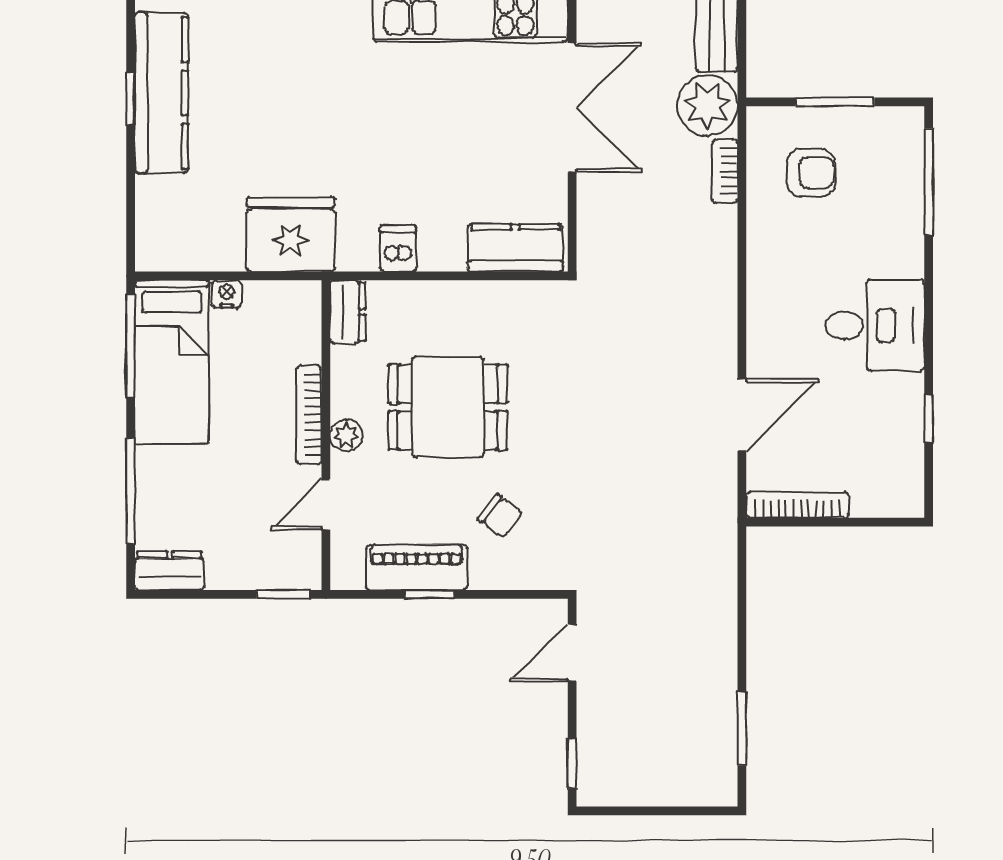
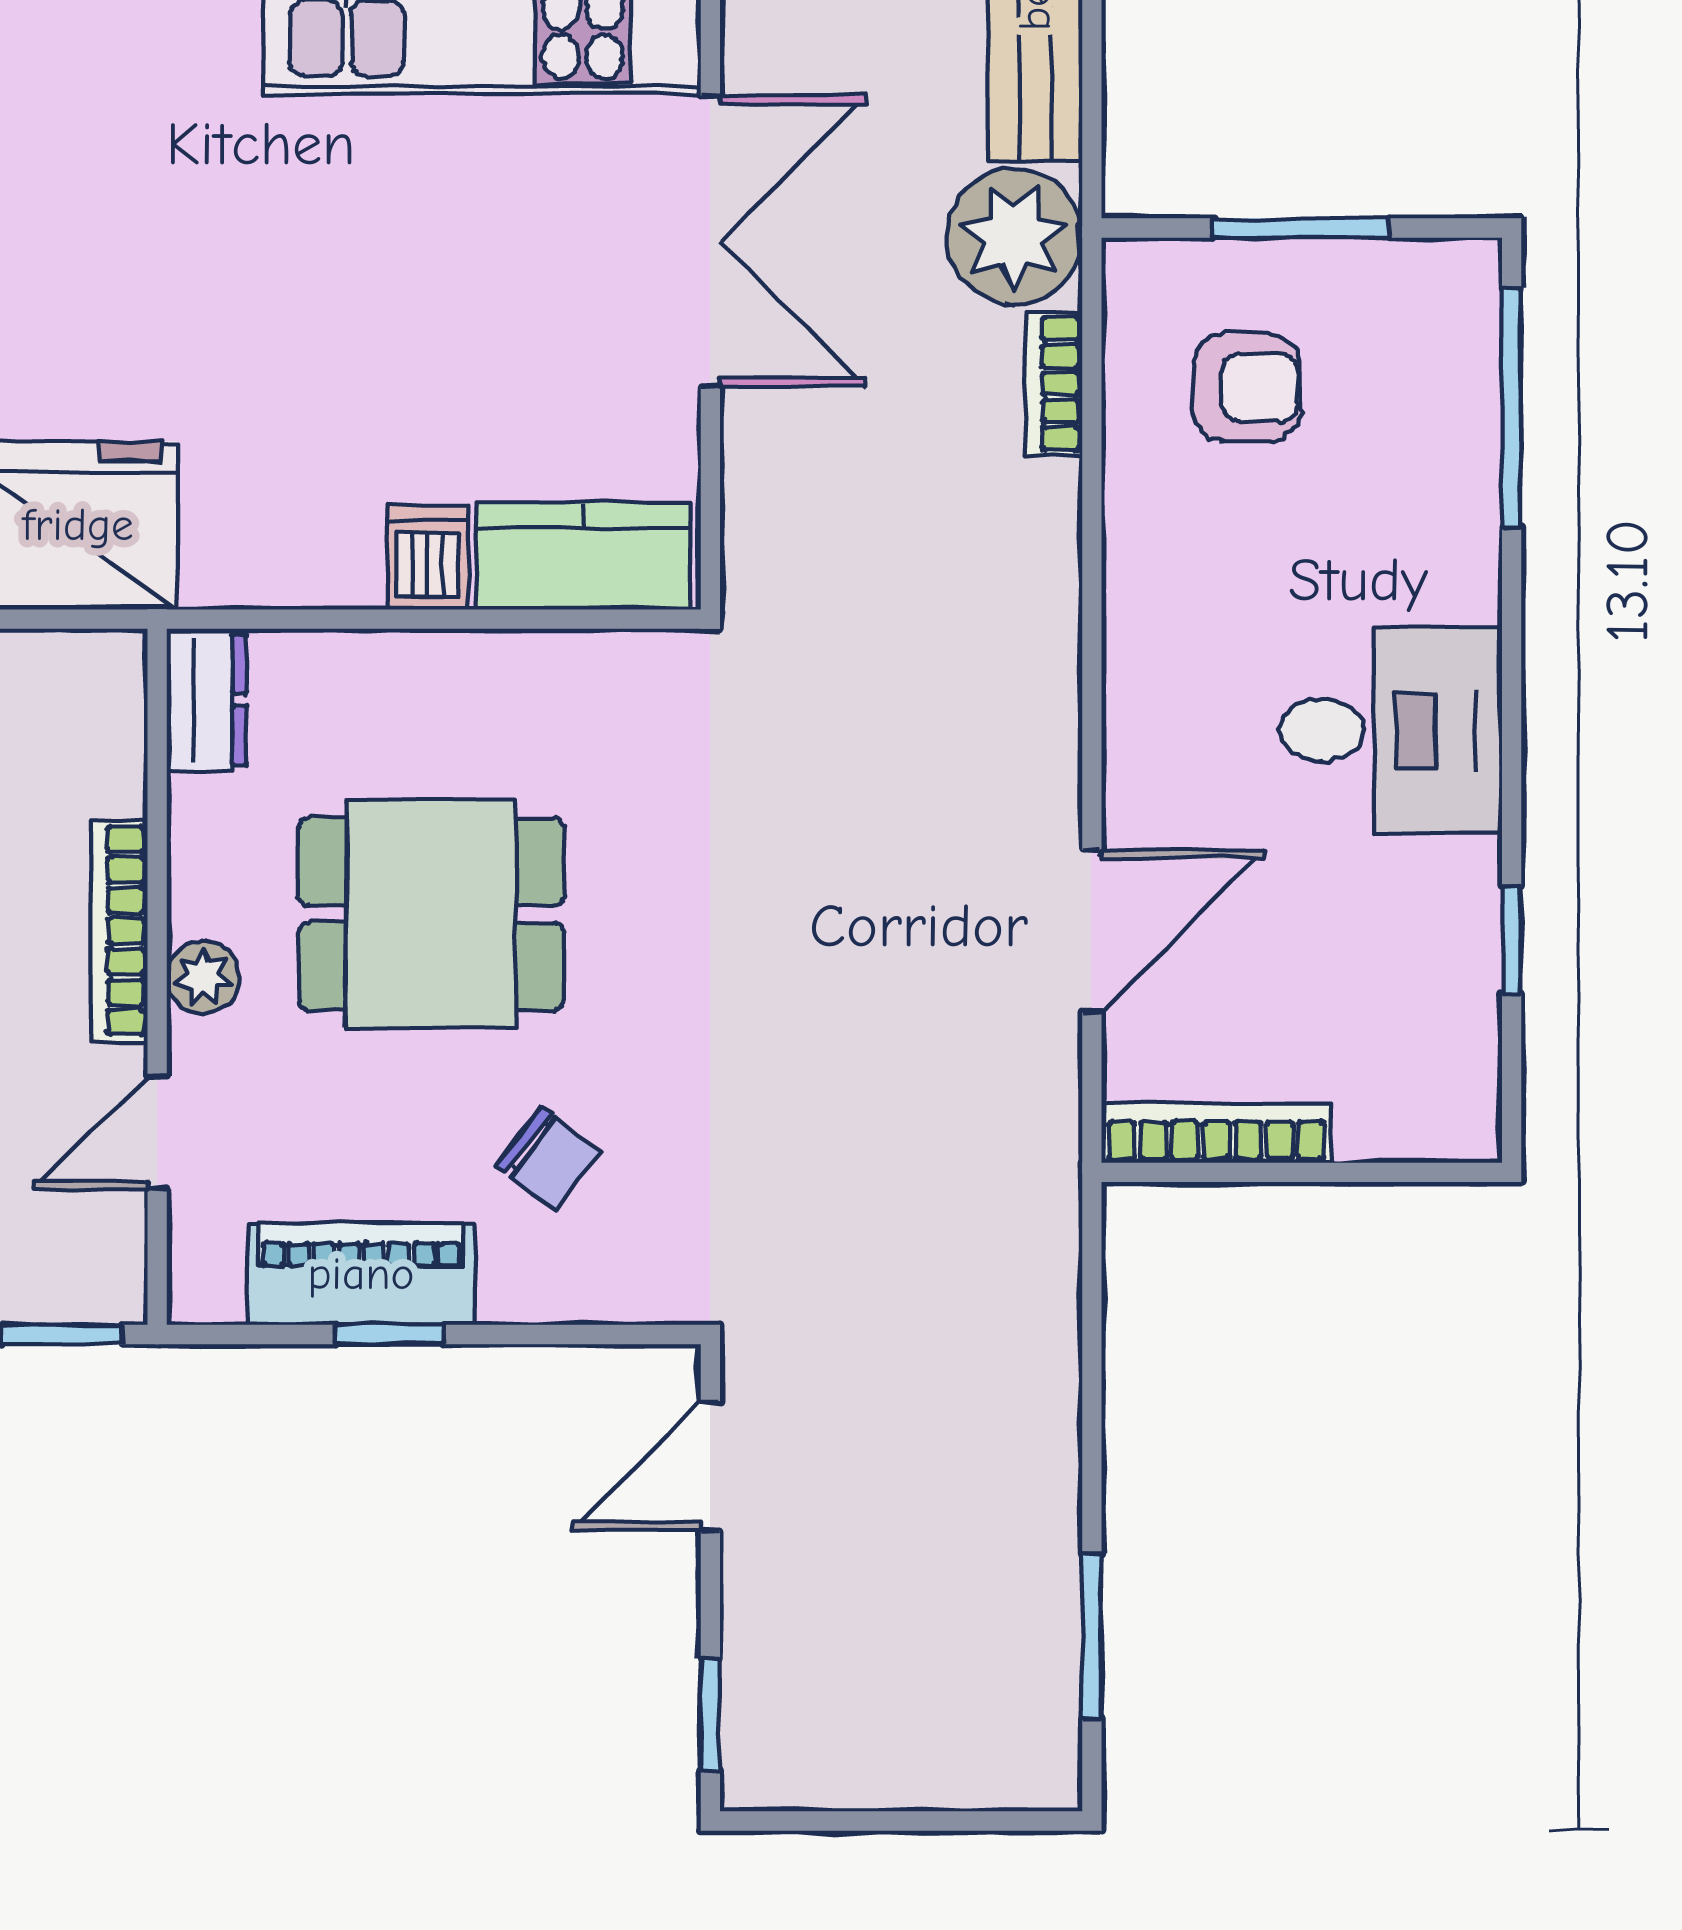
dishwasher: (398, 248) -> (428, 557), moved

